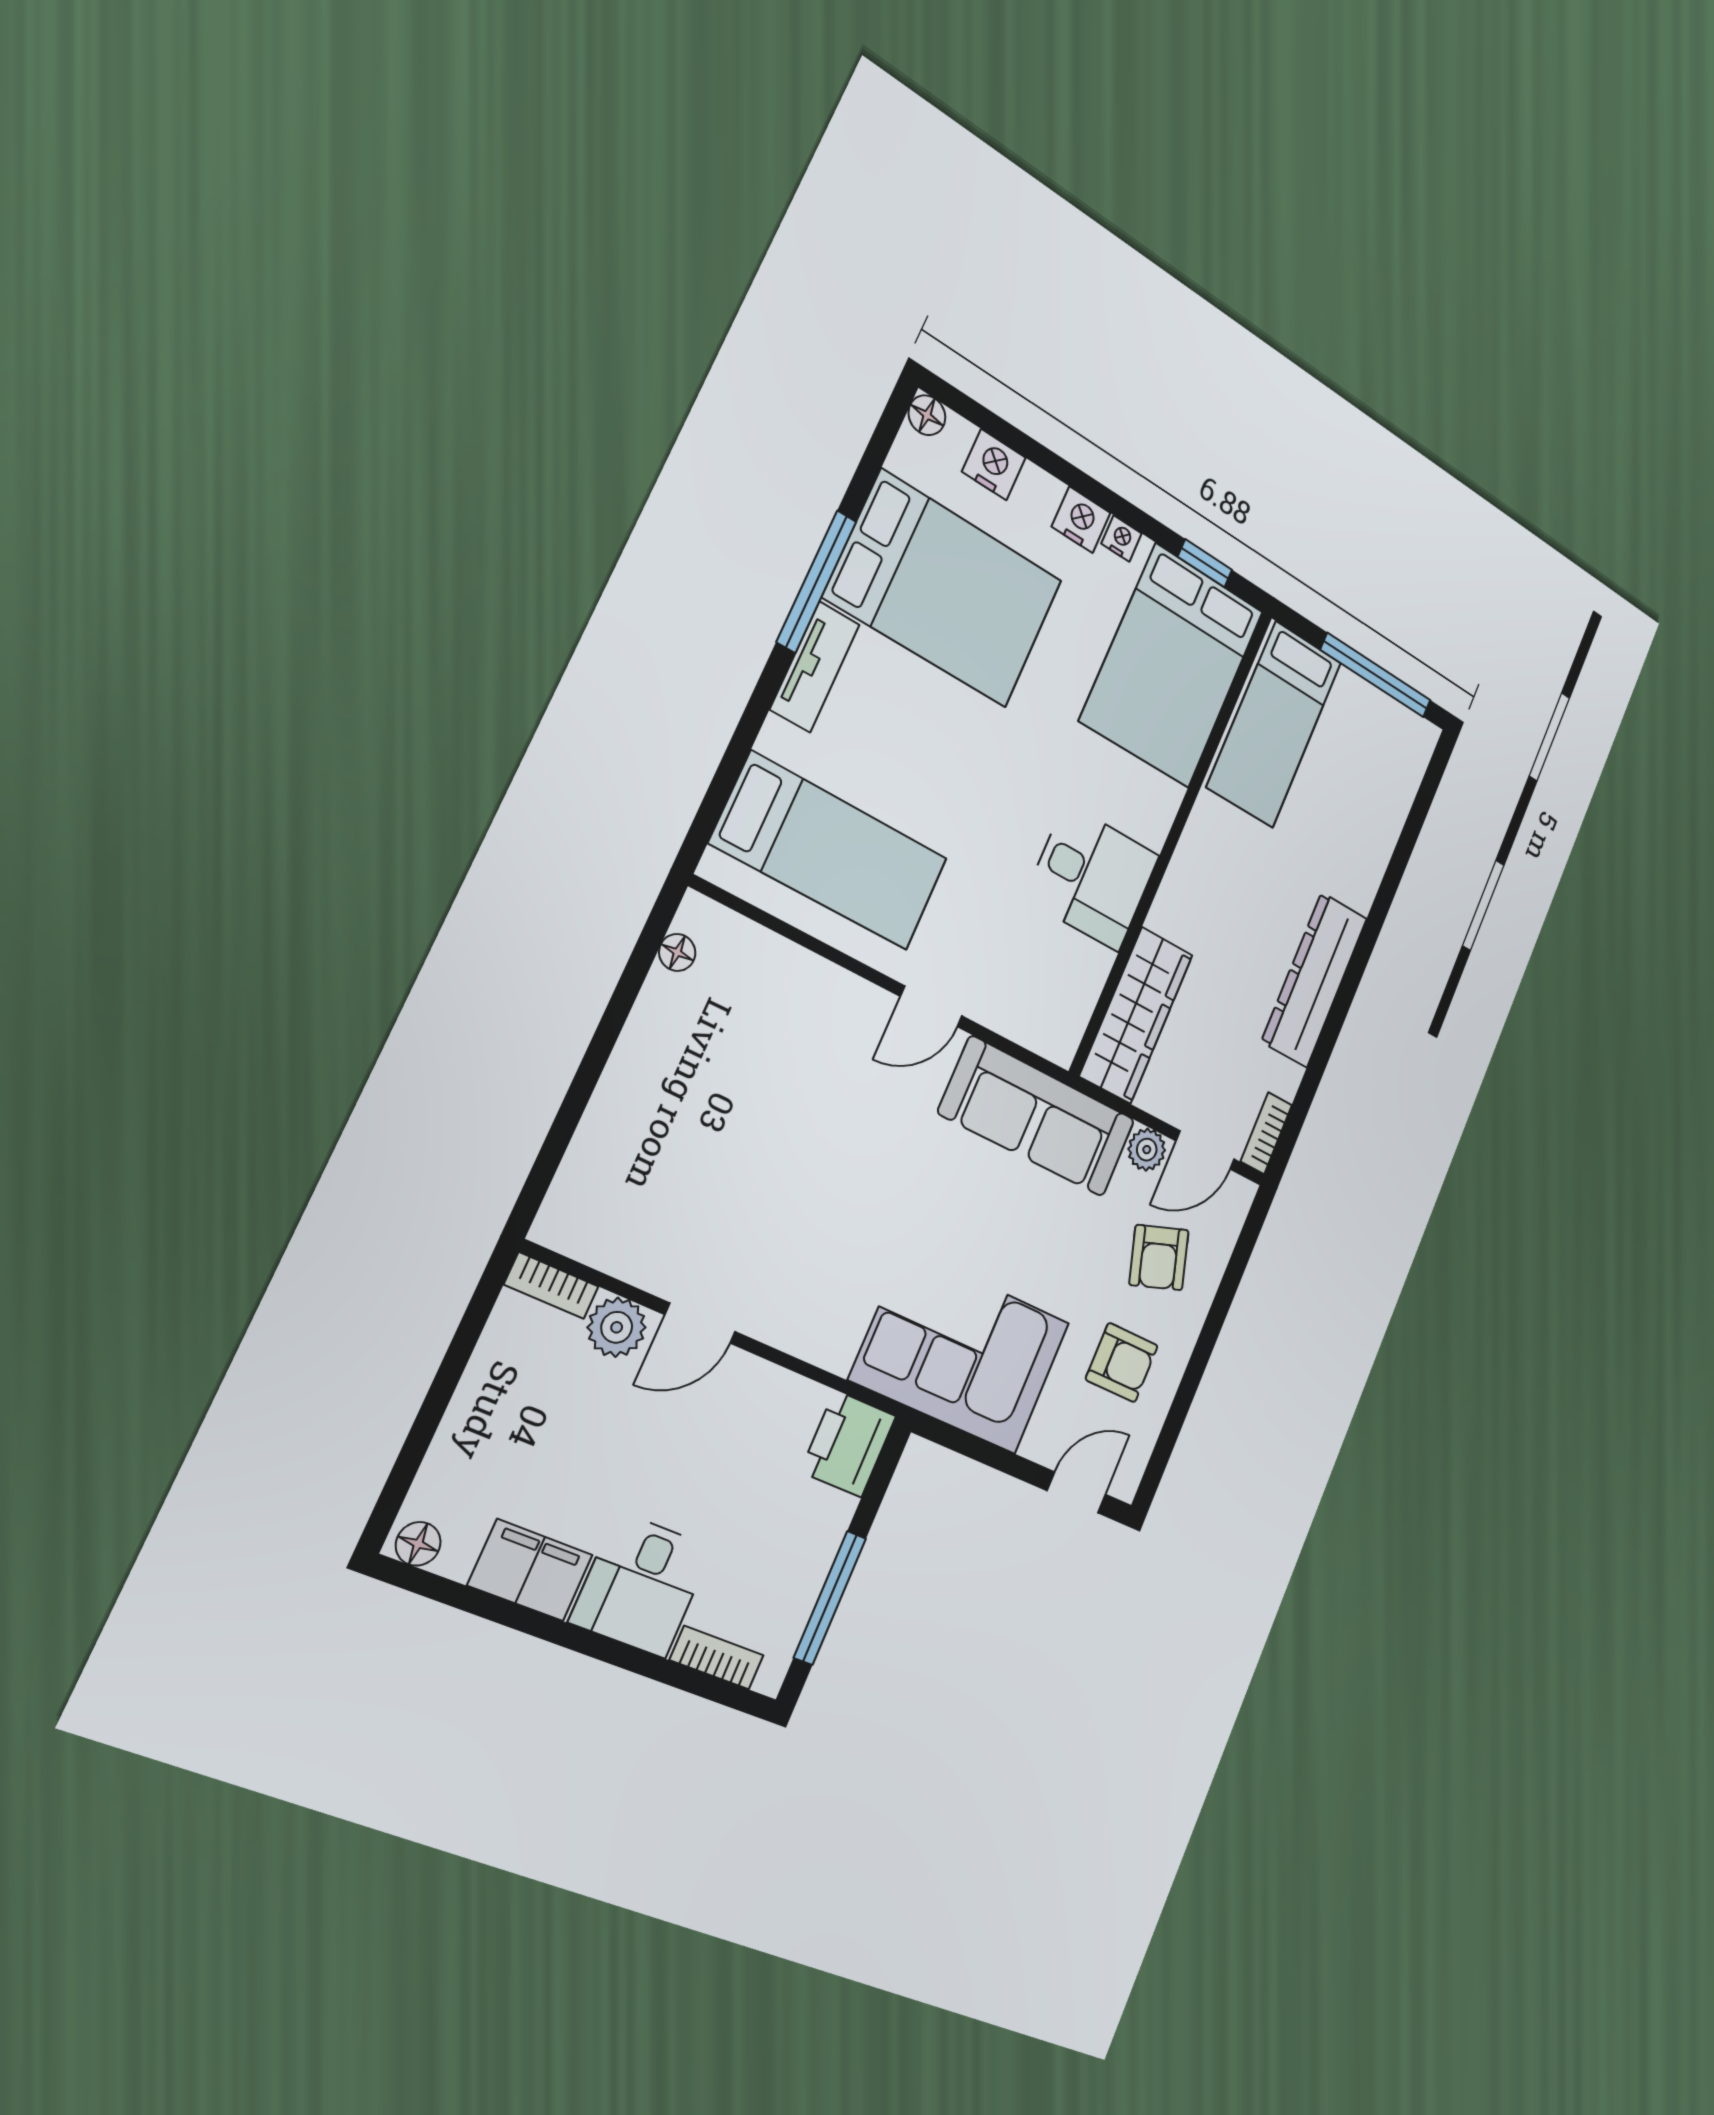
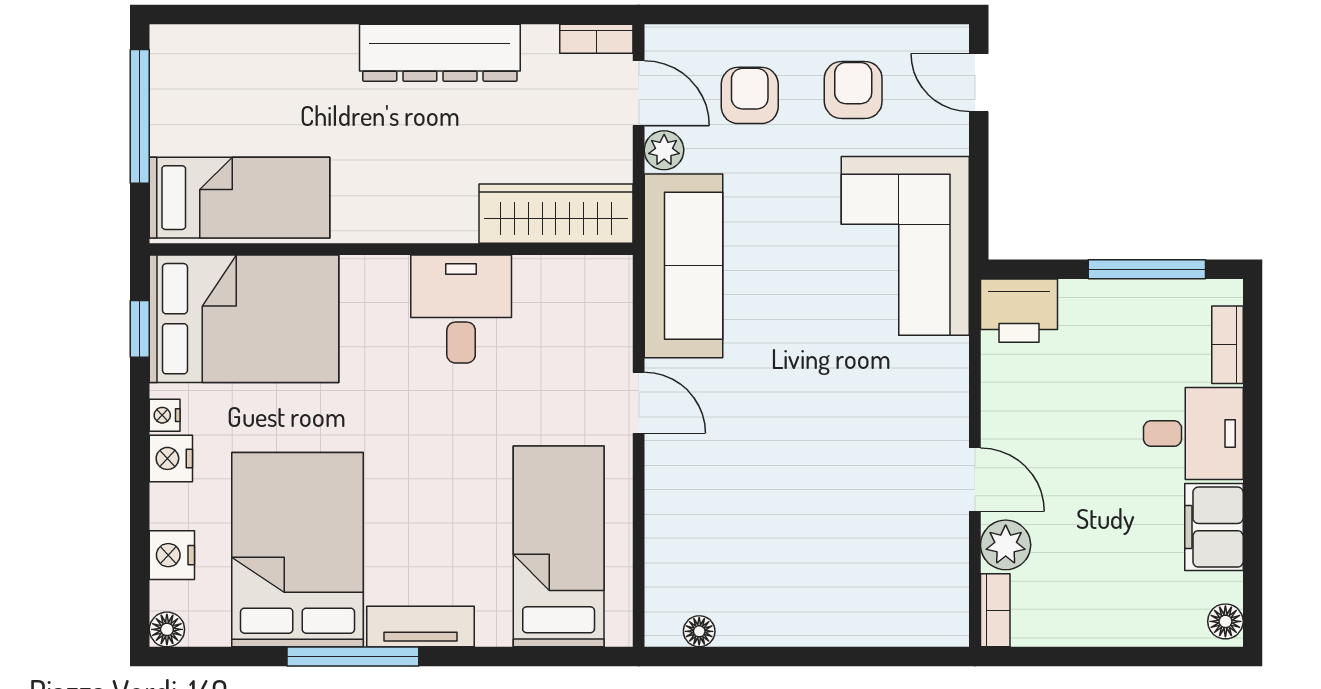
armchair: (1159, 1258) -> (750, 95), turned -72

